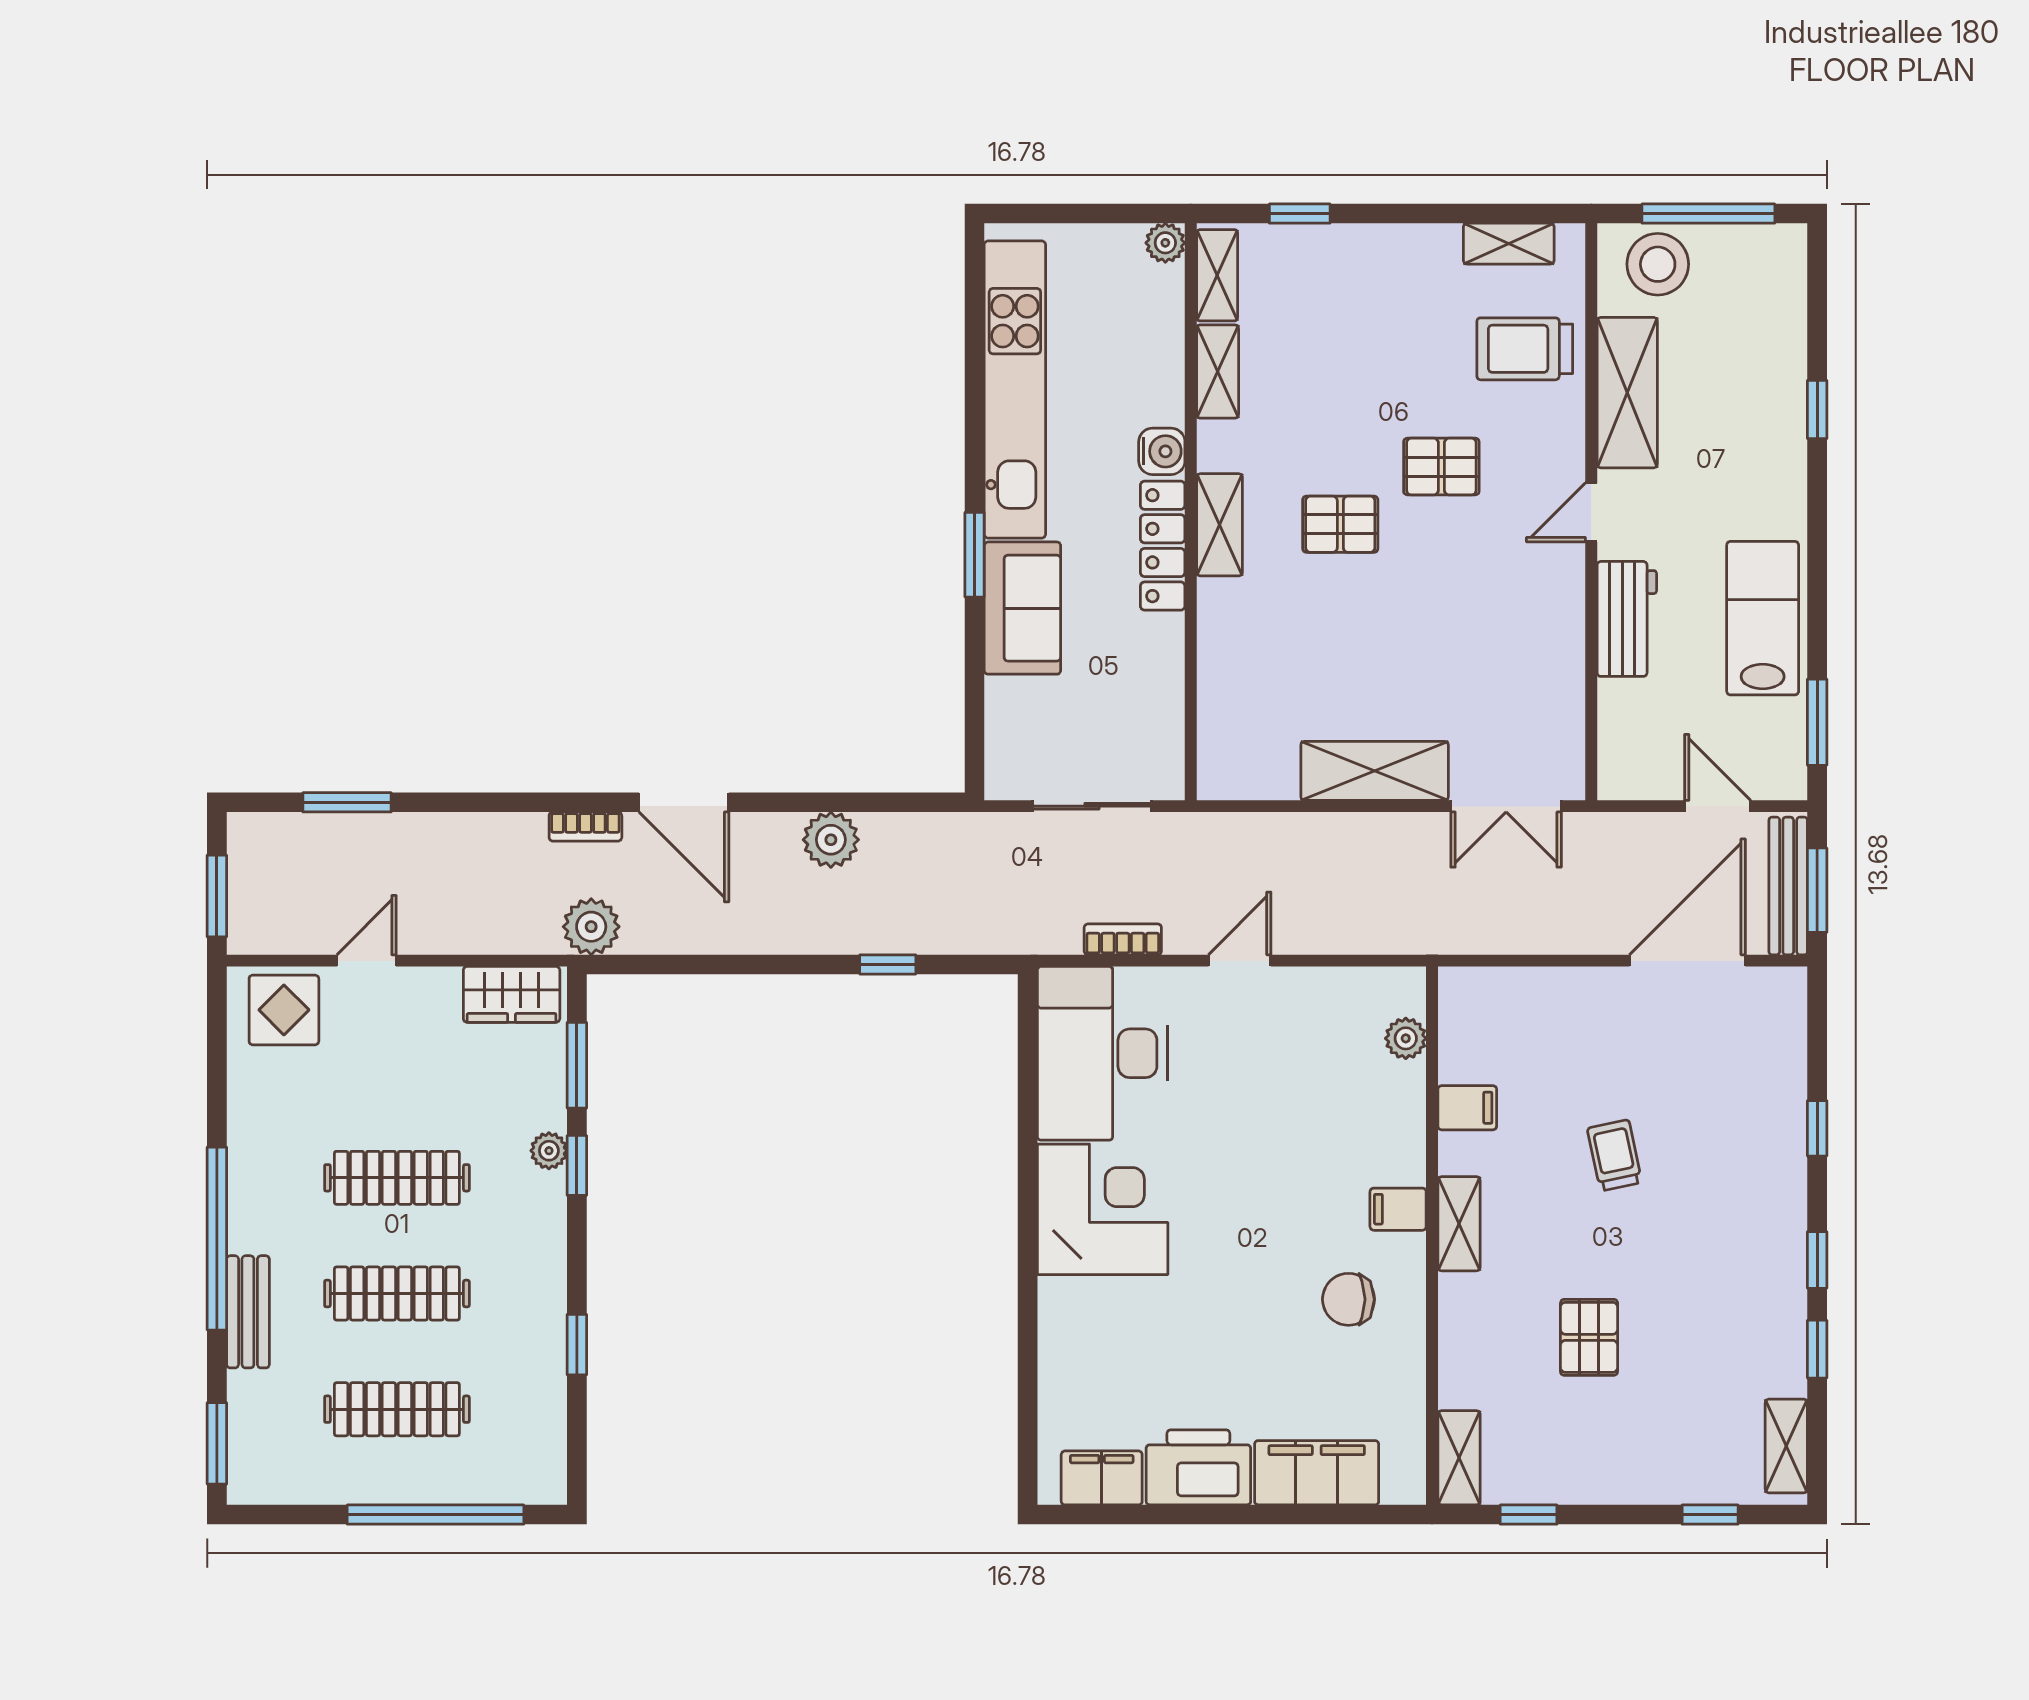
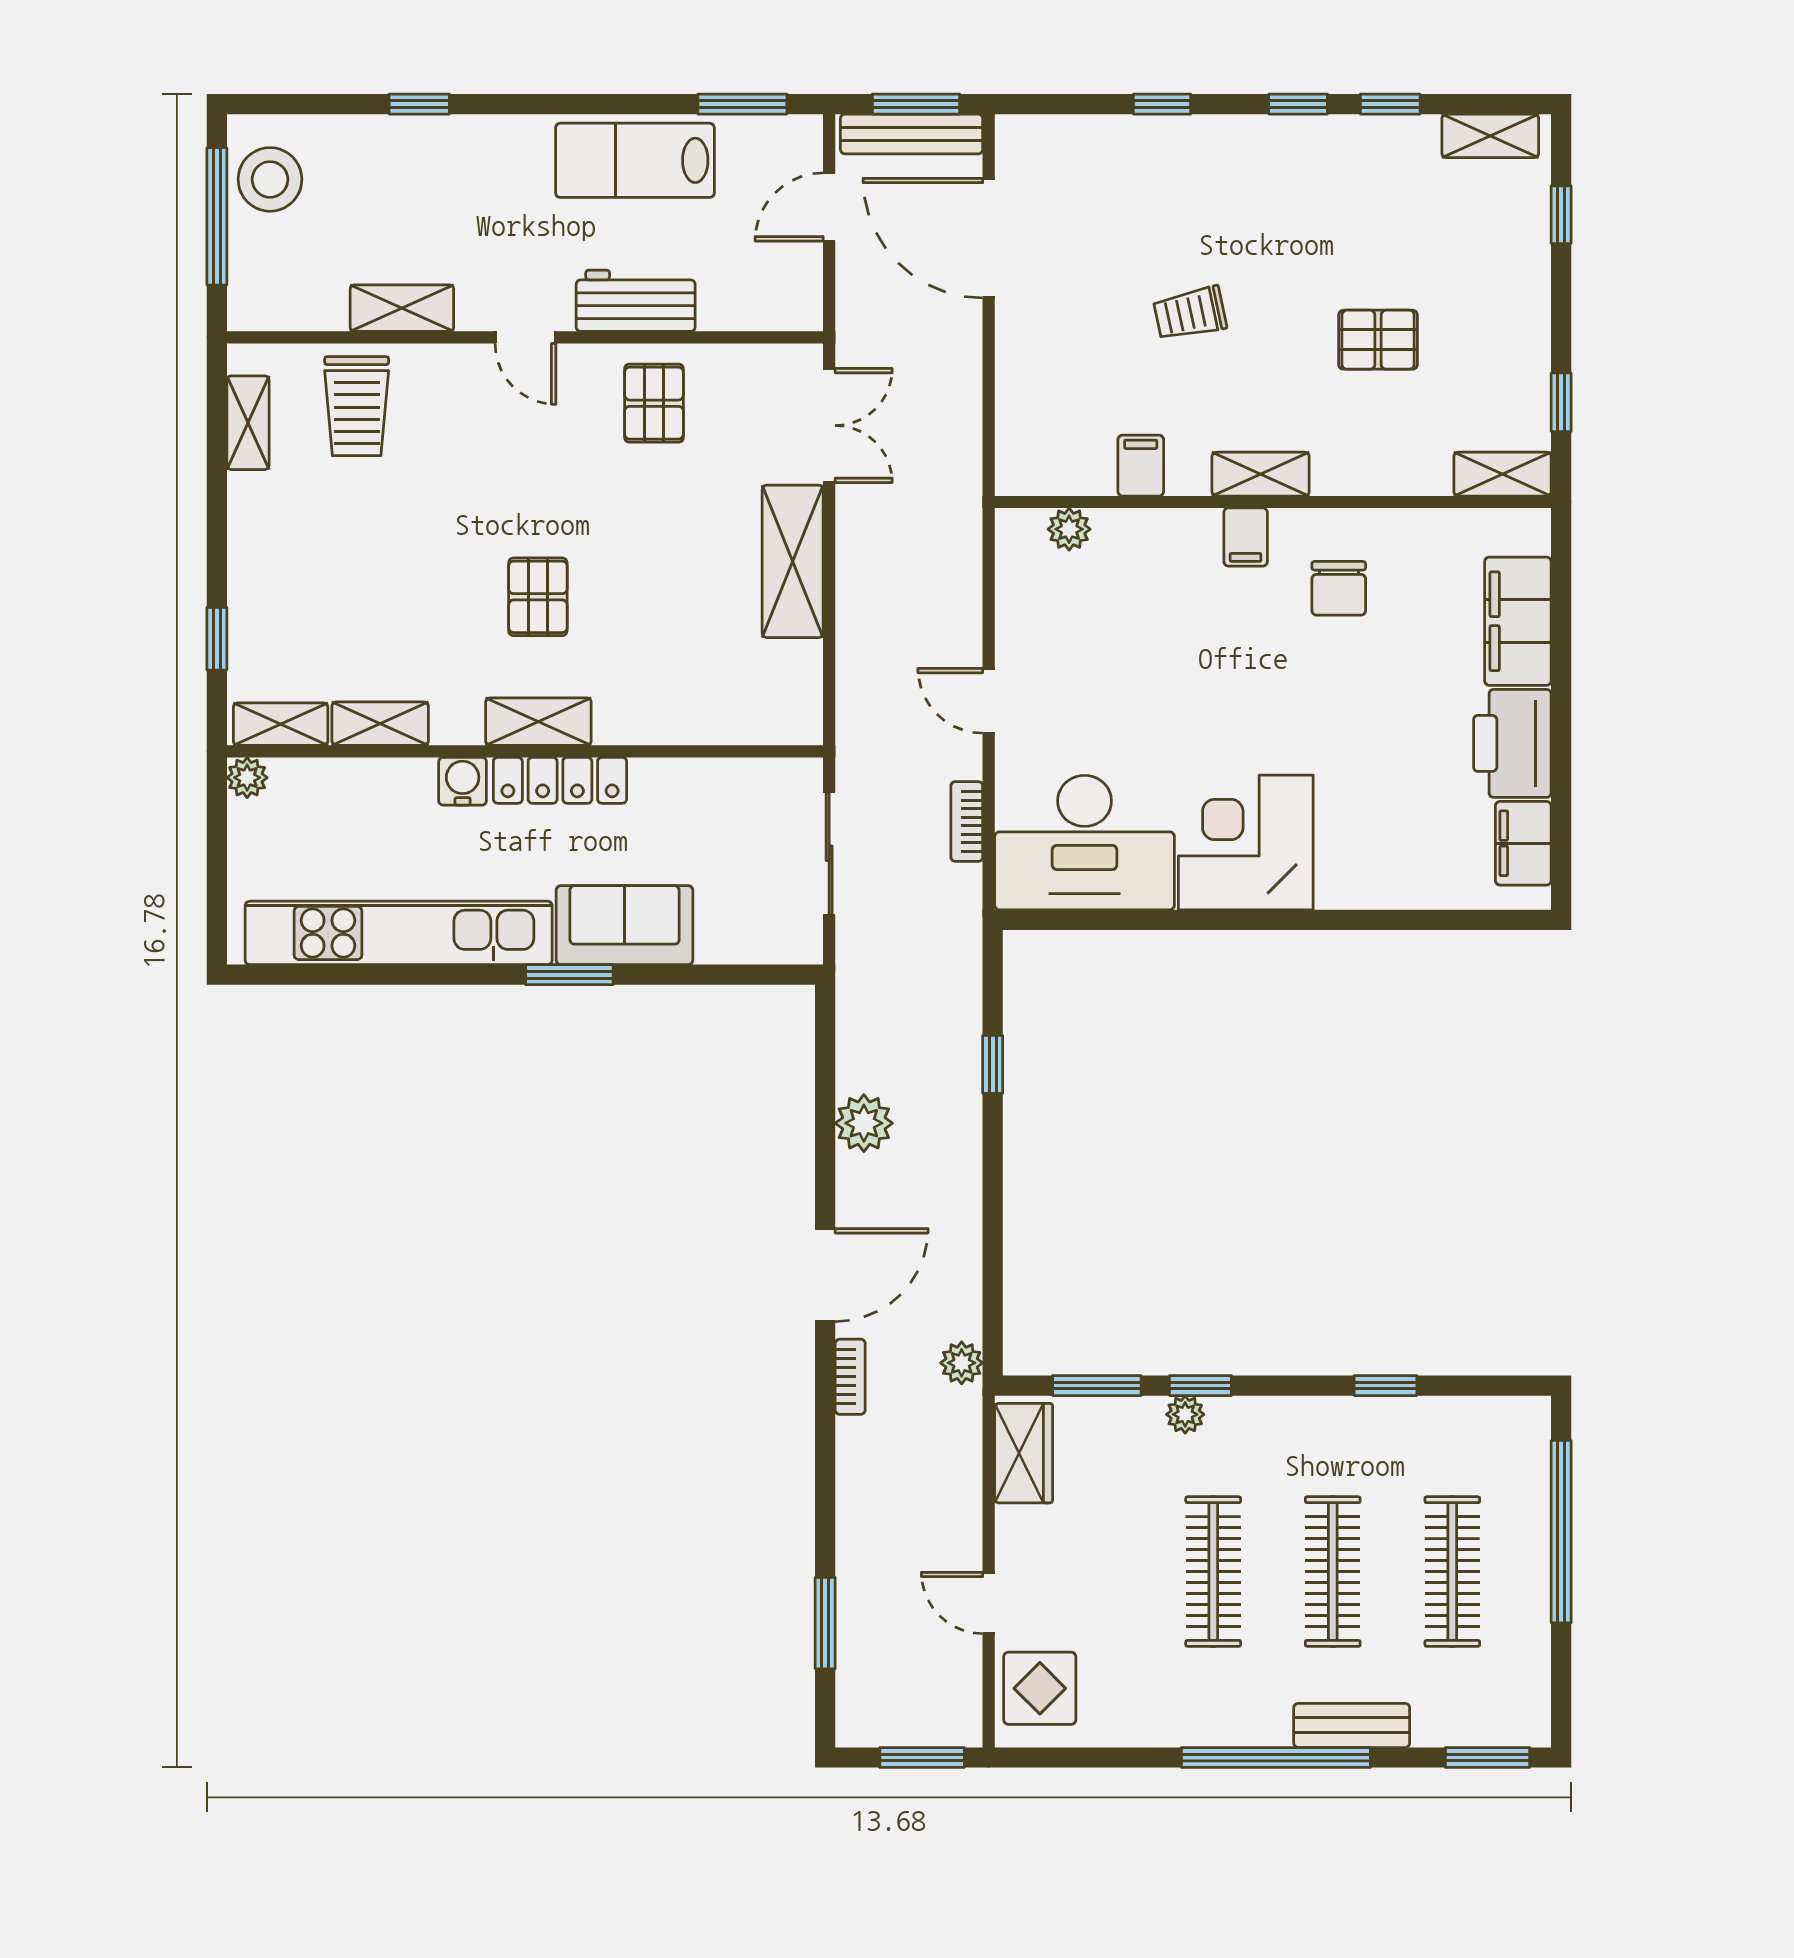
stool: (1658, 264) -> (270, 179), moved
shelving: (1627, 393) -> (402, 308), width x0.67, depth x0.75
pallet: (1441, 467) -> (654, 403), moved
plant: (591, 927) -> (962, 1363), width x0.73, depth x0.73

